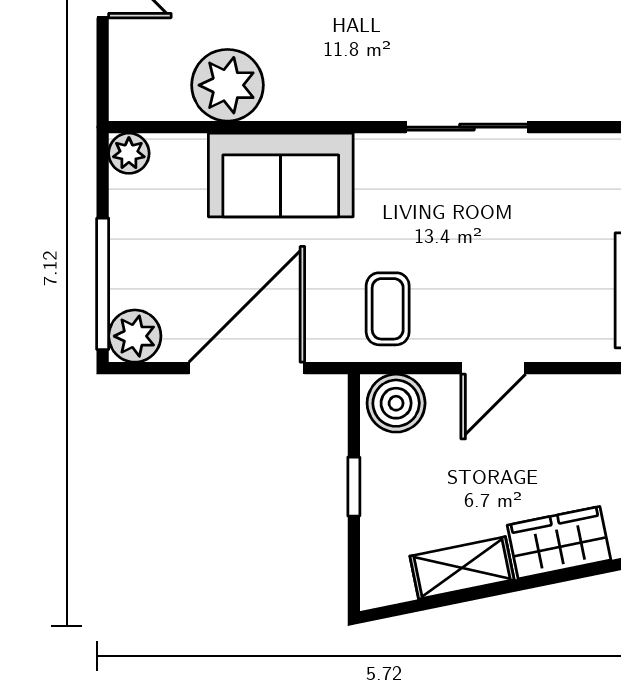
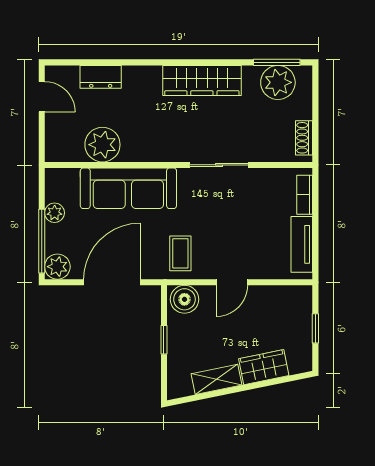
plant: (129, 153) -> (55, 213), moved
sofa: (281, 175) -> (128, 188), width x1.36

